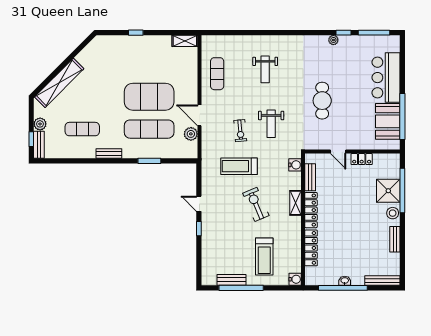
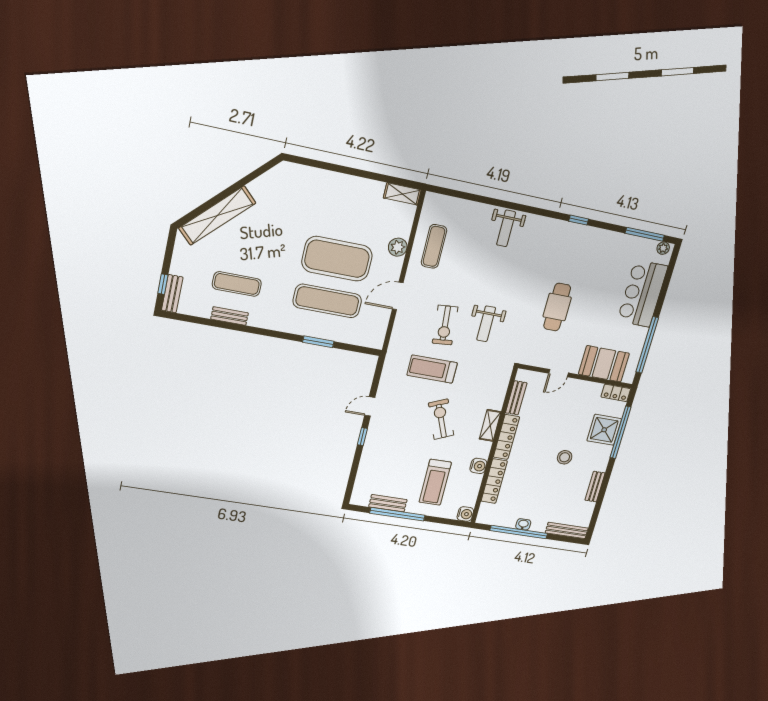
window: (136, 33) -> (338, 169), removed
window: (344, 33) -> (579, 220), moved
plant: (333, 40) -> (663, 248), moved
weight bench: (265, 69) -> (506, 228), moved
door: (200, 115) -> (398, 296), hinge flipped
booth: (388, 121) -> (604, 364), moved, turned 90
plant: (40, 124) -> (179, 266), removed
exercise bike: (240, 131) -> (445, 325), width x1.38, depth x1.39
plant: (191, 134) -> (398, 247), moved
door: (338, 152) -> (559, 373), hinge flipped
bench: (109, 153) -> (230, 316), moved
locker: (362, 159) -> (616, 393), moved
water cooler: (295, 165) -> (478, 466), moved
door: (199, 204) -> (370, 406), hinge flipped
stool: (393, 213) -> (565, 457), moved

